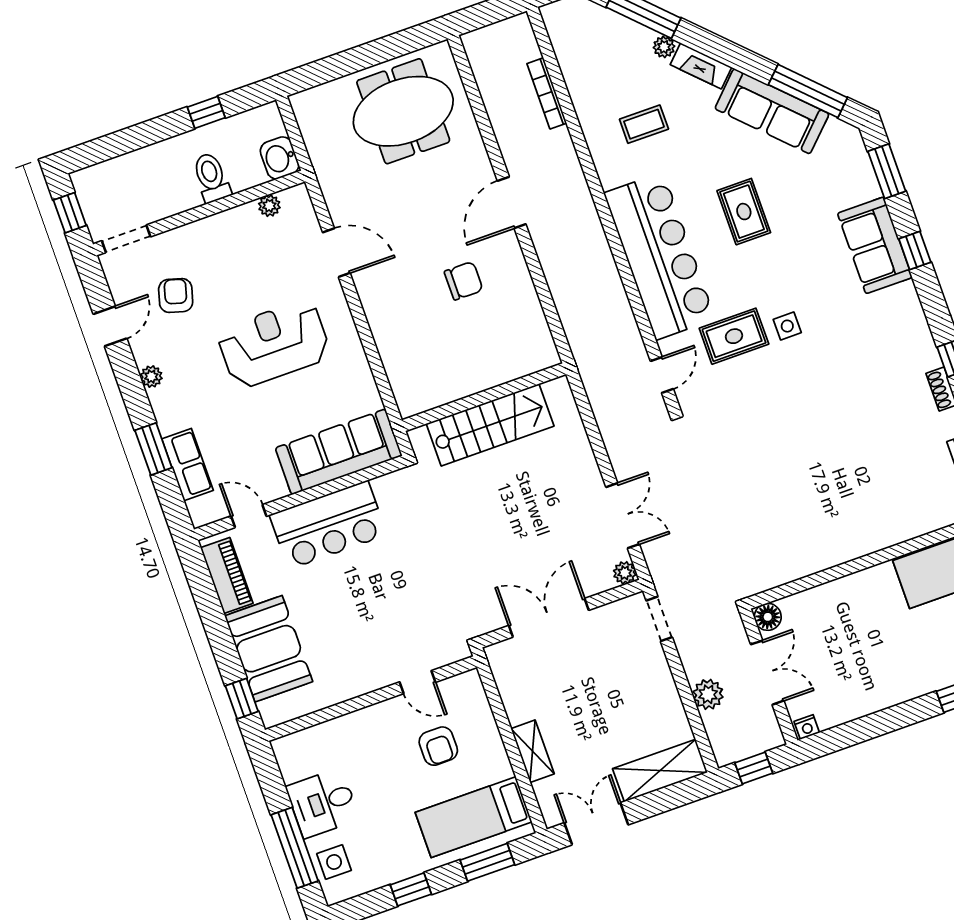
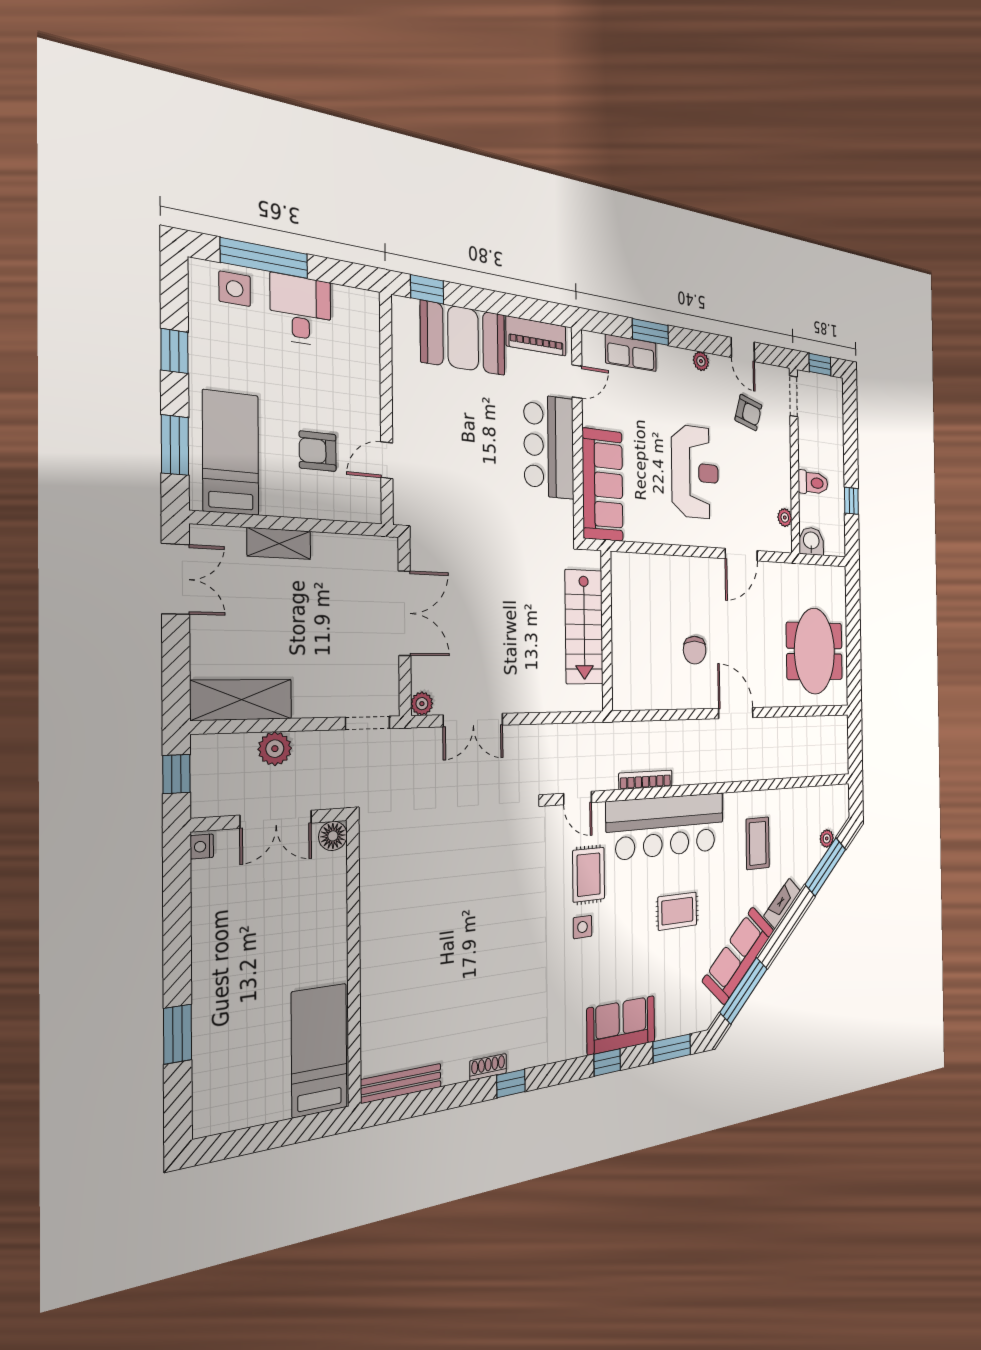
plant: (664, 47) -> (827, 838), moved
bookcase: (547, 93) -> (646, 780), moved
coffee table: (644, 124) -> (758, 843), width x1.36, depth x1.30
shelving: (660, 771) -> (241, 700), moved, turned 90

